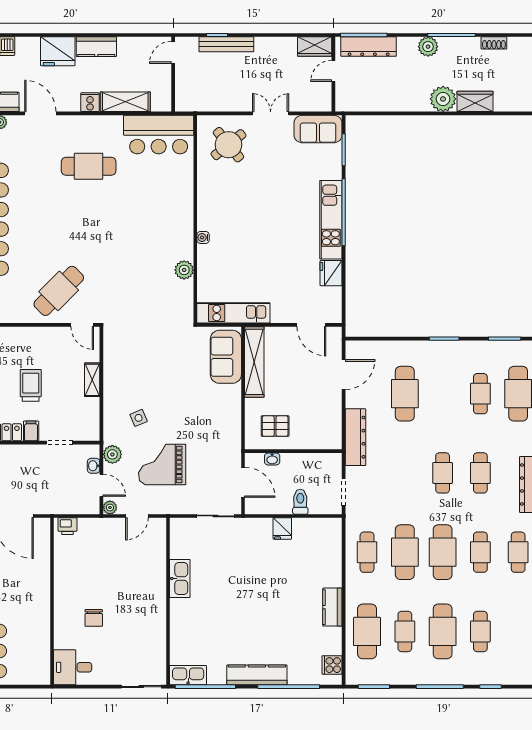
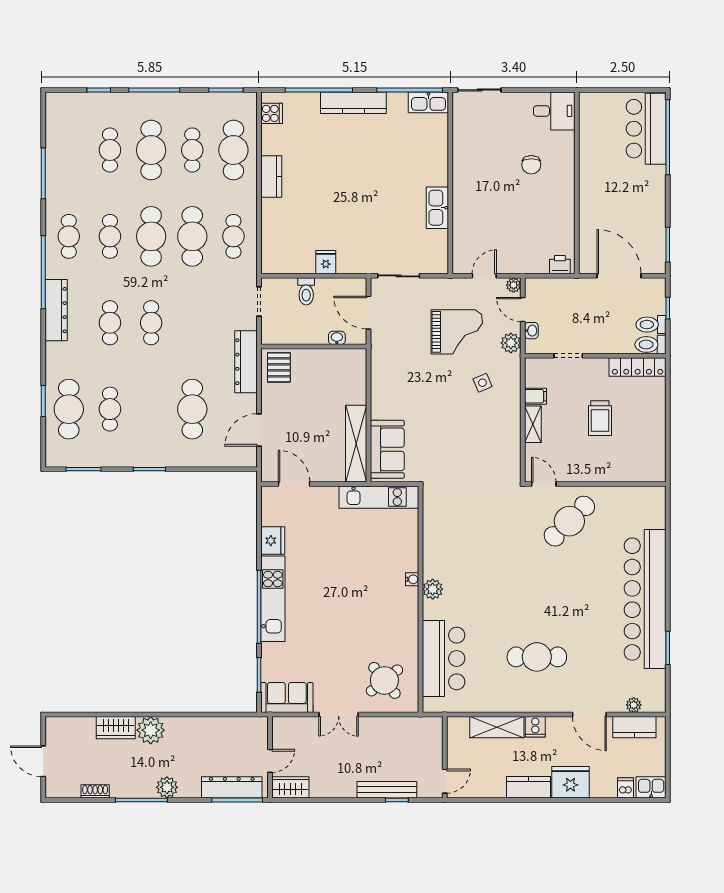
bar counter: (159, 135) -> (444, 658), moved, turned 90
plant: (184, 270) -> (433, 589), moved
pallet: (275, 426) -> (279, 367), moved, turned 90
filing cabinet: (31, 431) -> (536, 396), moved, turned -90
chair: (94, 618) -> (531, 165), turned 180

